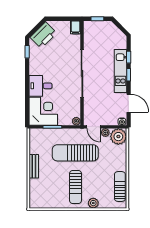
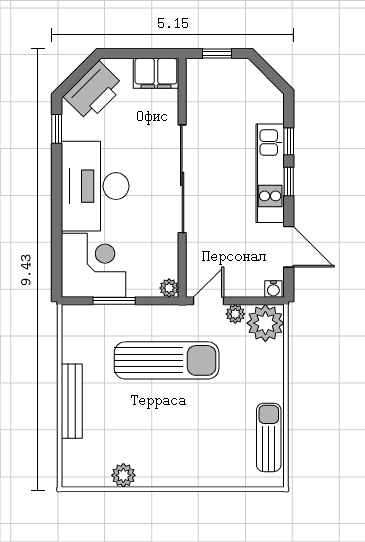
filing cabinet: (76, 27) -> (156, 73), width x2.00
desk: (41, 86) -> (95, 186), width x1.87, depth x1.30
door: (94, 127) -> (209, 301), swing flipped
sun lounger: (75, 153) -> (167, 360), turned 180
bench: (34, 166) -> (72, 401), width x1.36
sun lounger: (75, 187) -> (167, 439), removed
plant: (93, 203) -> (123, 475), moved

